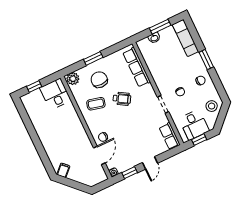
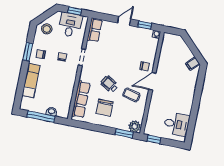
window: (160, 27) -> (41, 117), width x1.44
exam couch: (185, 38) -> (31, 80), moved
window: (93, 58) -> (124, 133), moved
window: (206, 60) -> (28, 52), moved
chair: (99, 80) -> (104, 108), moved
window: (34, 86) -> (154, 139), moved
desk: (55, 94) -> (177, 124), moved, turned -90
door: (99, 155) -> (152, 81), moved

